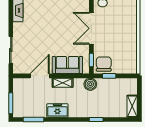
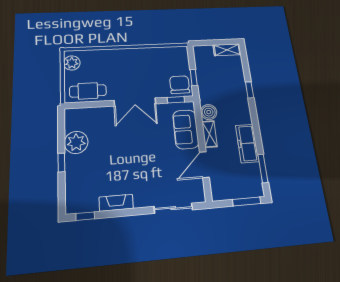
chair: (104, 64) -> (180, 85), turned 90
door: (40, 76) -> (204, 165), hinge flipped
boiler: (90, 84) -> (209, 112), moved
freezer: (57, 110) -> (247, 143), width x1.40

